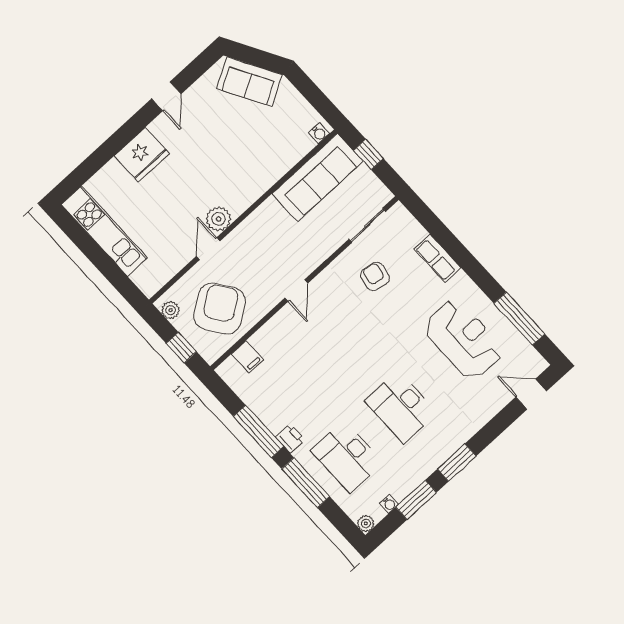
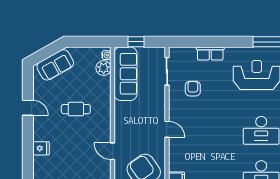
fridge: (142, 155) -> (41, 148), width x0.53, depth x0.75
cafe table: (219, 157) -> (76, 109), added
plant: (219, 219) -> (104, 68), moved
armchair: (375, 276) -> (193, 89), turned 80

